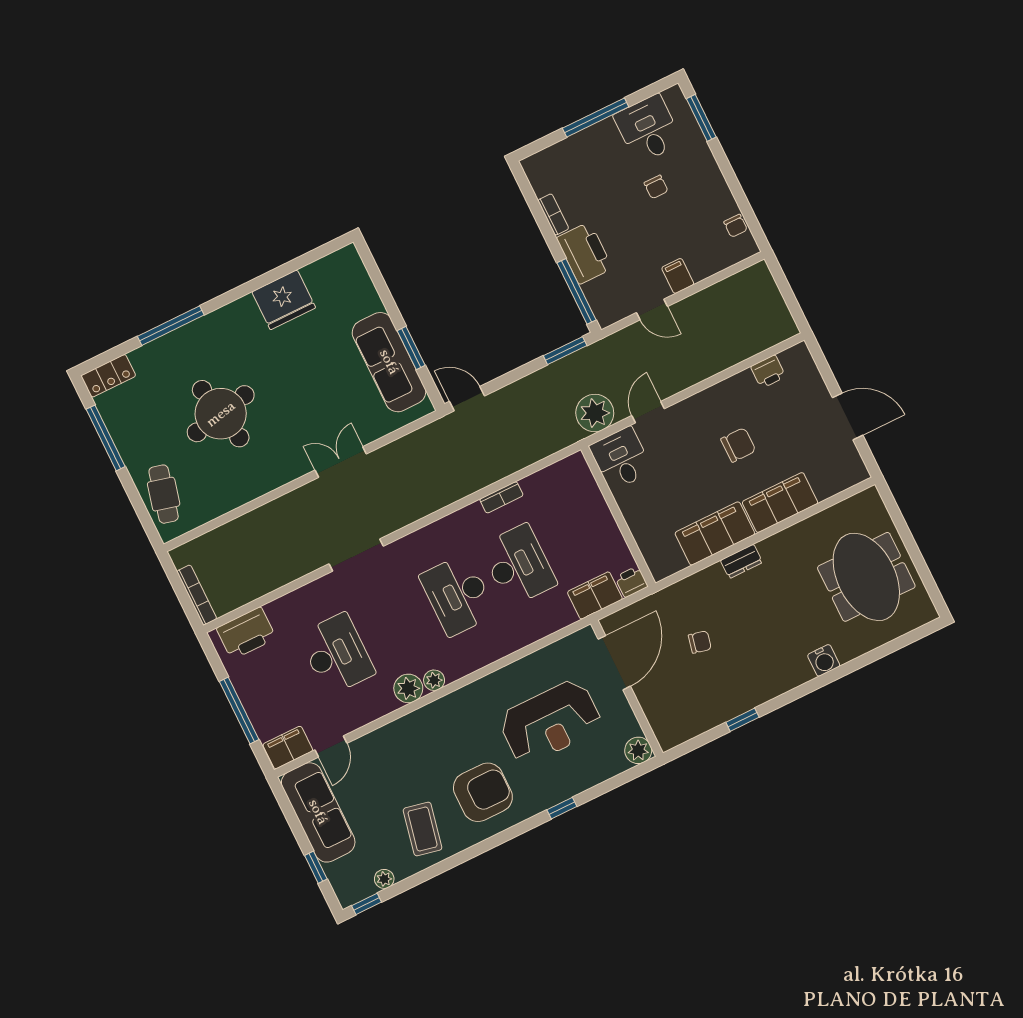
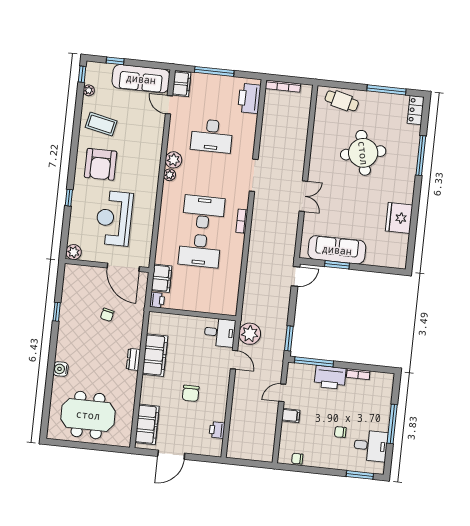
bookcase: (501, 497) -> (242, 221), moved
filing cabinet: (780, 503) -> (147, 424), moved

